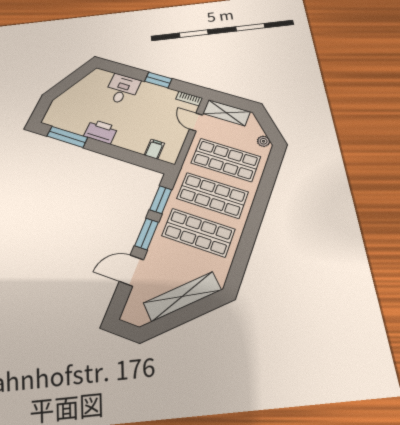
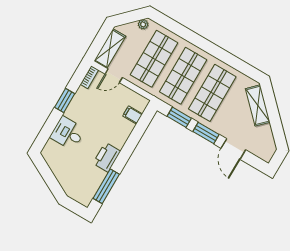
shelving: (182, 297) -> (258, 105), width x0.68

